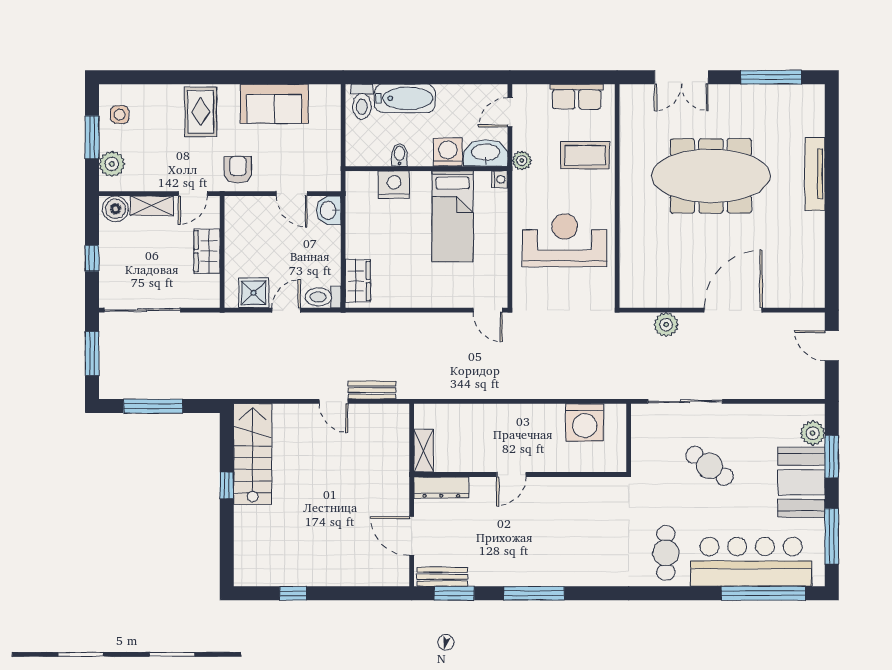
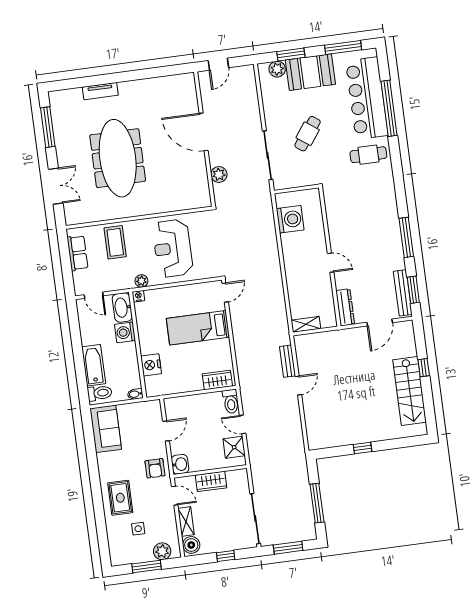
sofa: (274, 104) -> (106, 429), moved
rug: (201, 112) -> (120, 498), turned 90
side table: (120, 115) -> (138, 529), moved
bidet: (400, 155) -> (135, 394), moved
plant: (522, 160) -> (141, 281), moved
armchair: (238, 170) -> (155, 468), turned -90
tv unit: (815, 174) -> (100, 91), width x0.71
washbasin: (329, 210) -> (180, 464), moved, turned -90
bed: (453, 216) -> (198, 328), moved, turned 180
shelving: (424, 451) -> (306, 324), moved
stairs: (253, 454) -> (410, 391), moved, turned -90
bench: (442, 577) -> (403, 293), width x1.36
window: (293, 593) -> (424, 368), moved
window: (763, 593) -> (389, 108), moved

